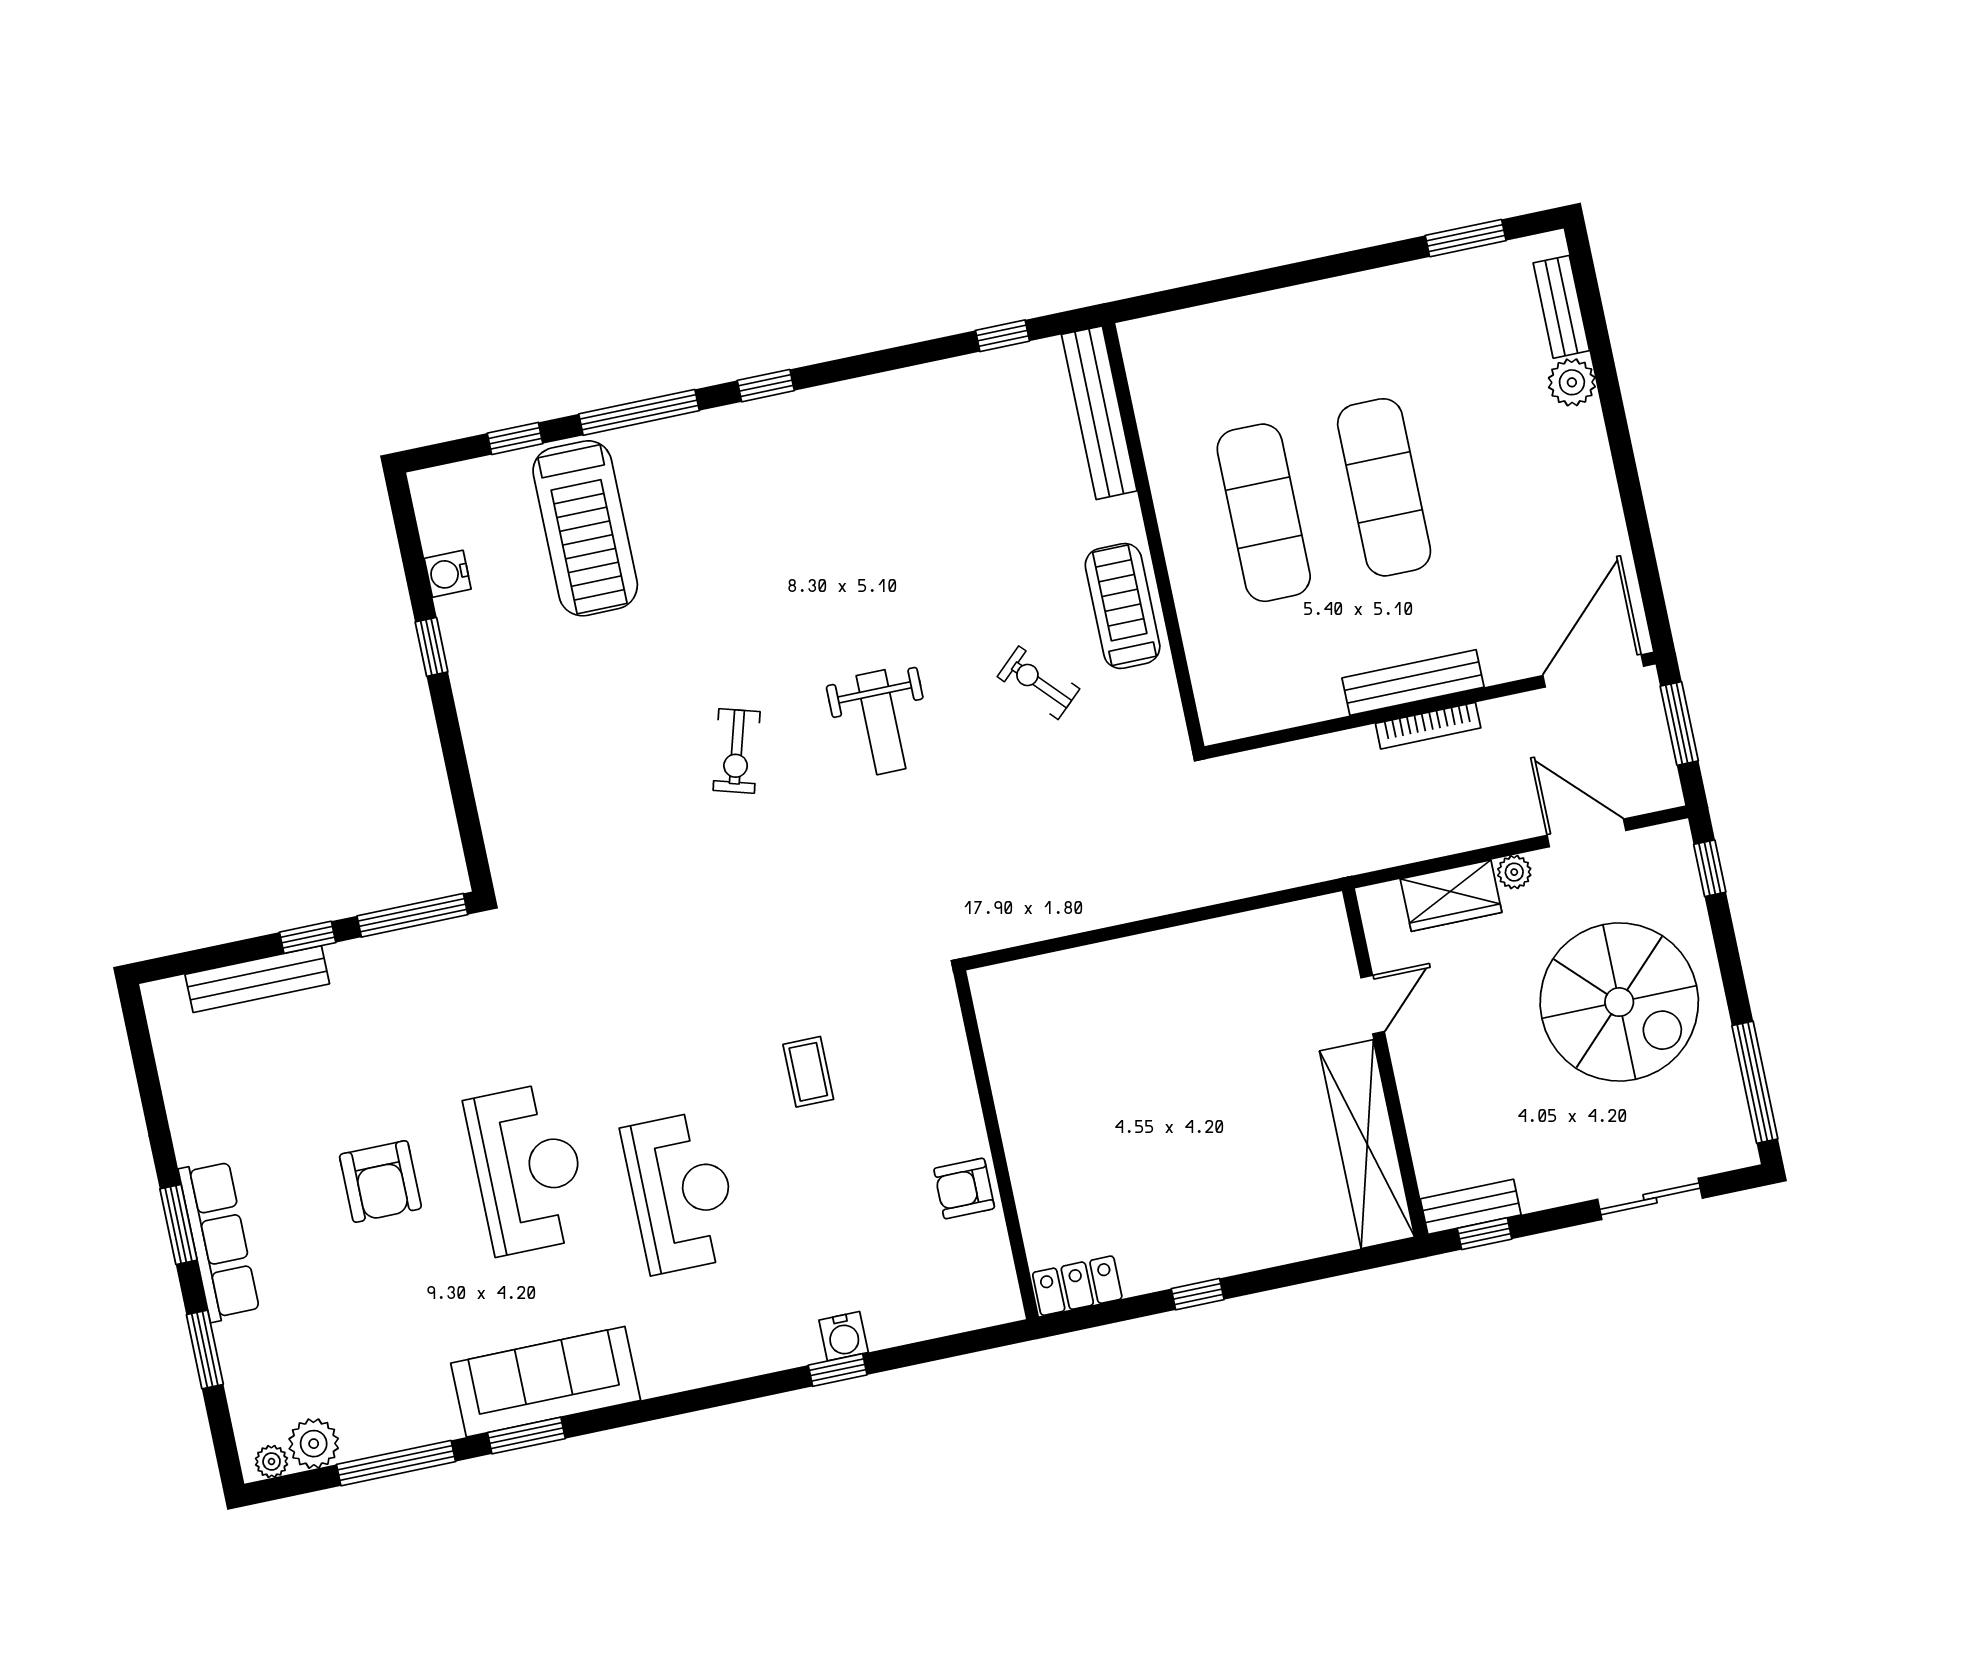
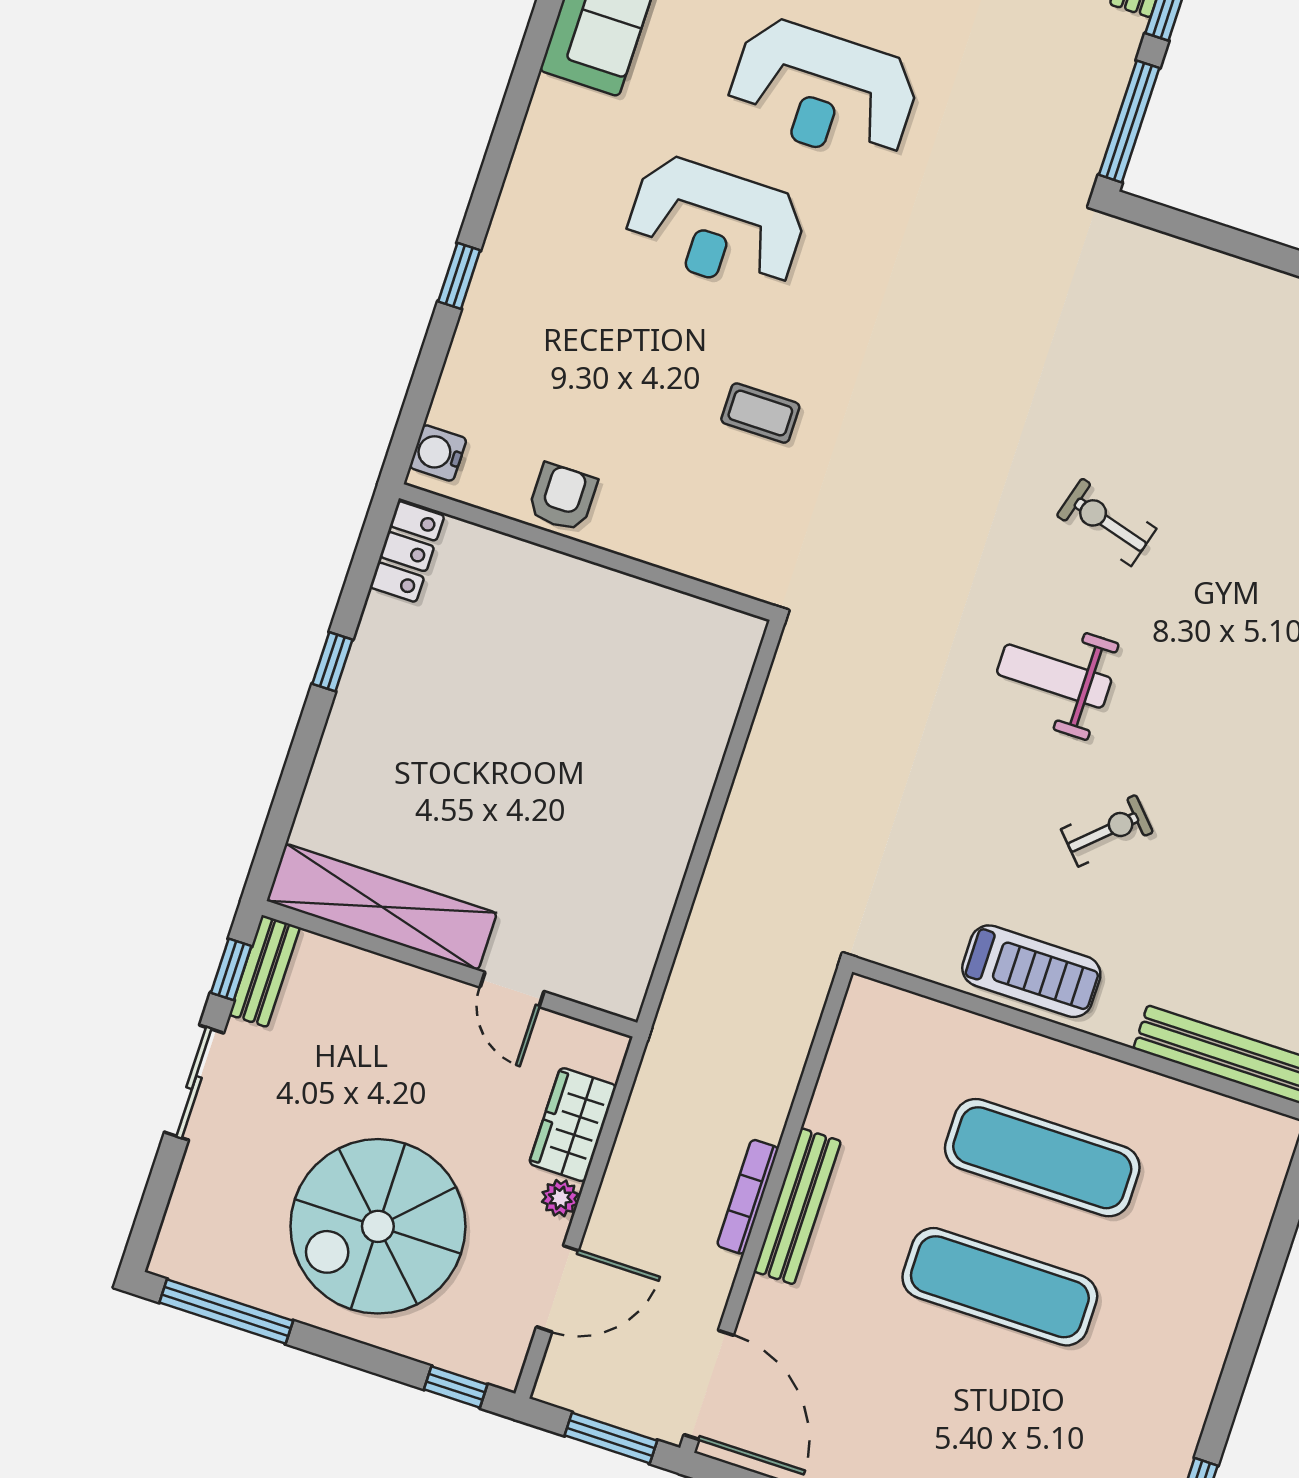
exercise bike: (1038, 683) -> (1107, 831), moved
sliding door: (1650, 1199) -> (194, 1083), moved
water cooler: (844, 1336) -> (438, 453), moved

